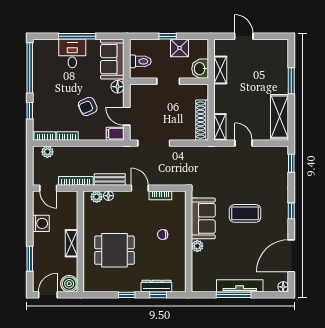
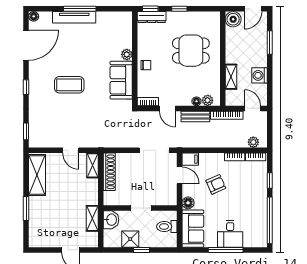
sofa: (203, 218) -> (121, 80), moved
wall: (189, 242) -> (135, 59), moved
shelving: (71, 243) -> (231, 77), moved
plant: (197, 246) -> (127, 54), moved

